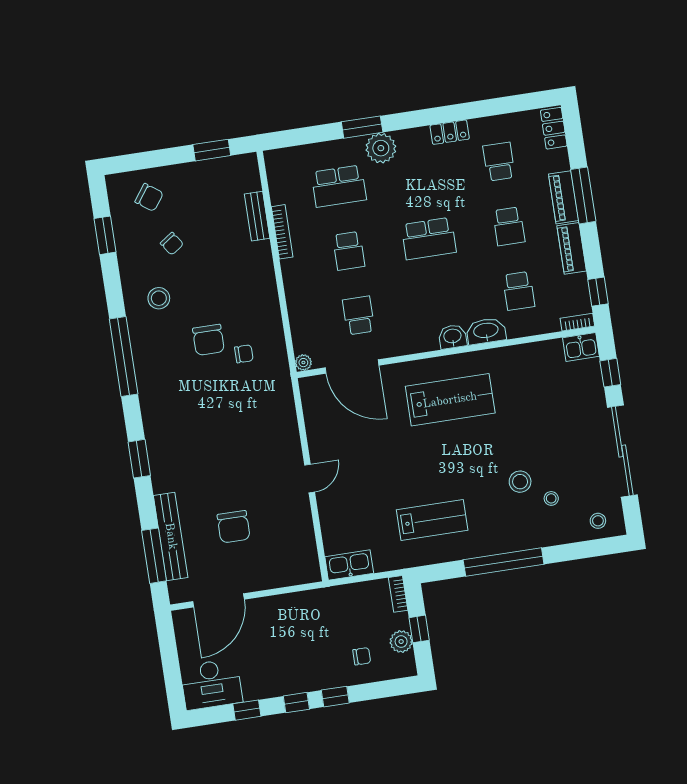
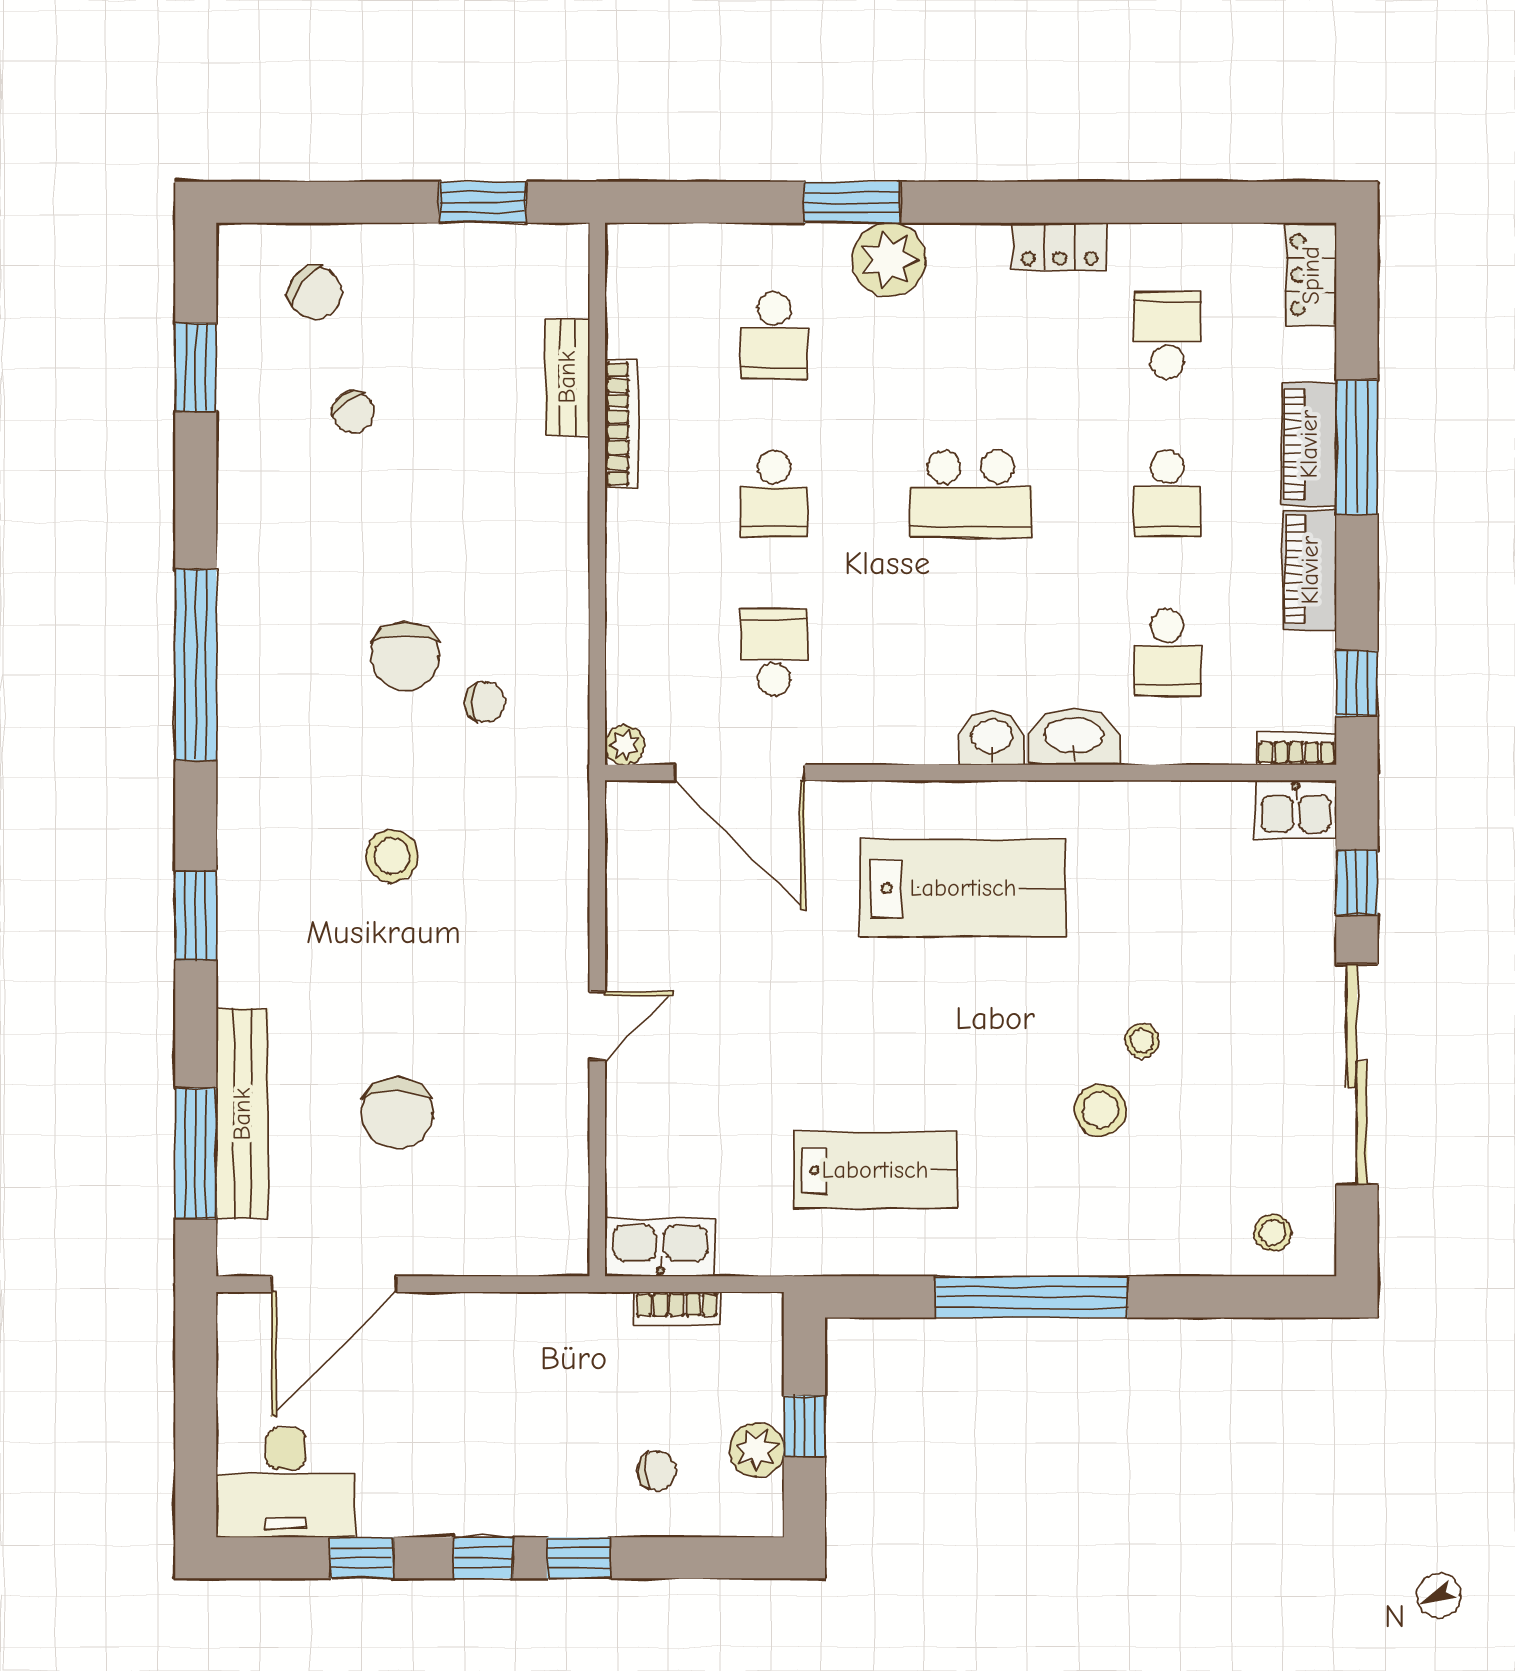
school desk: (339, 186) -> (774, 335), width x0.54
stool: (159, 298) -> (392, 856), moved
stool: (551, 498) -> (1142, 1040), moved
bookcase: (398, 594) -> (677, 1309), moved, turned -90

